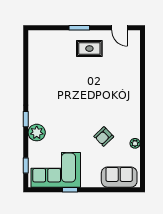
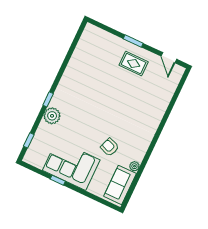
armchair: (104, 136) -> (110, 147), turned 64
corner sofa: (56, 170) -> (71, 165), moved
sofa: (119, 177) -> (120, 185), moved, turned -90

